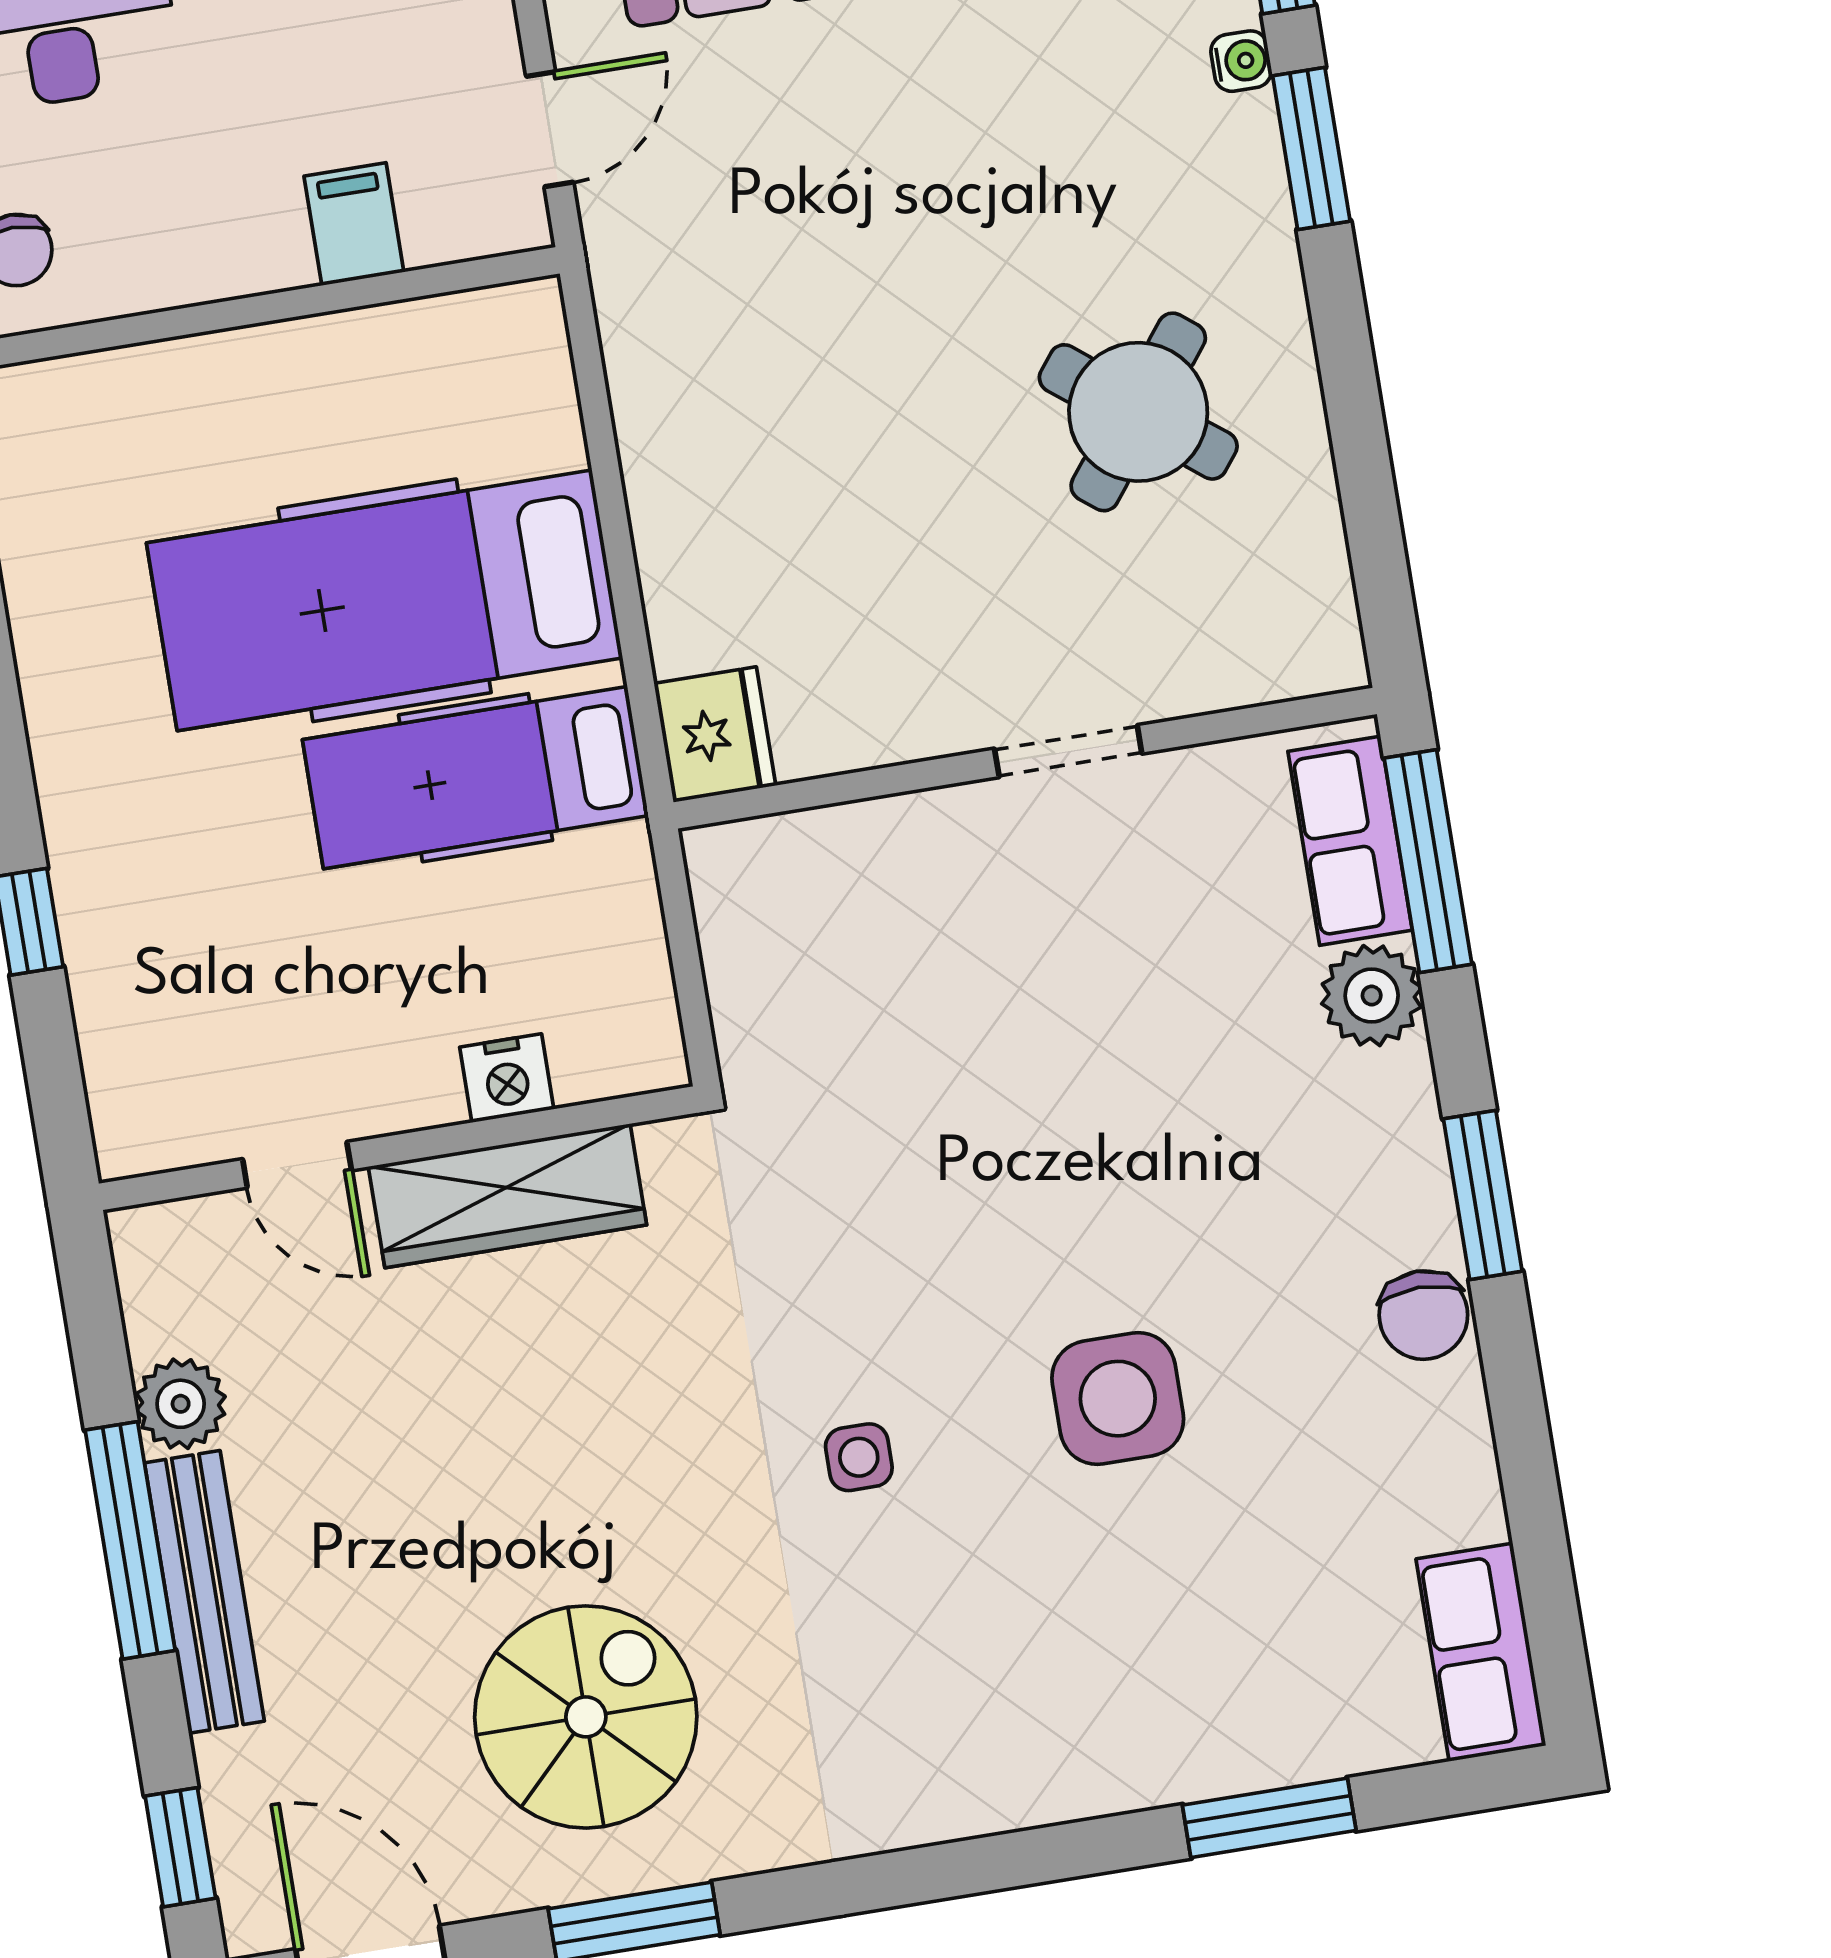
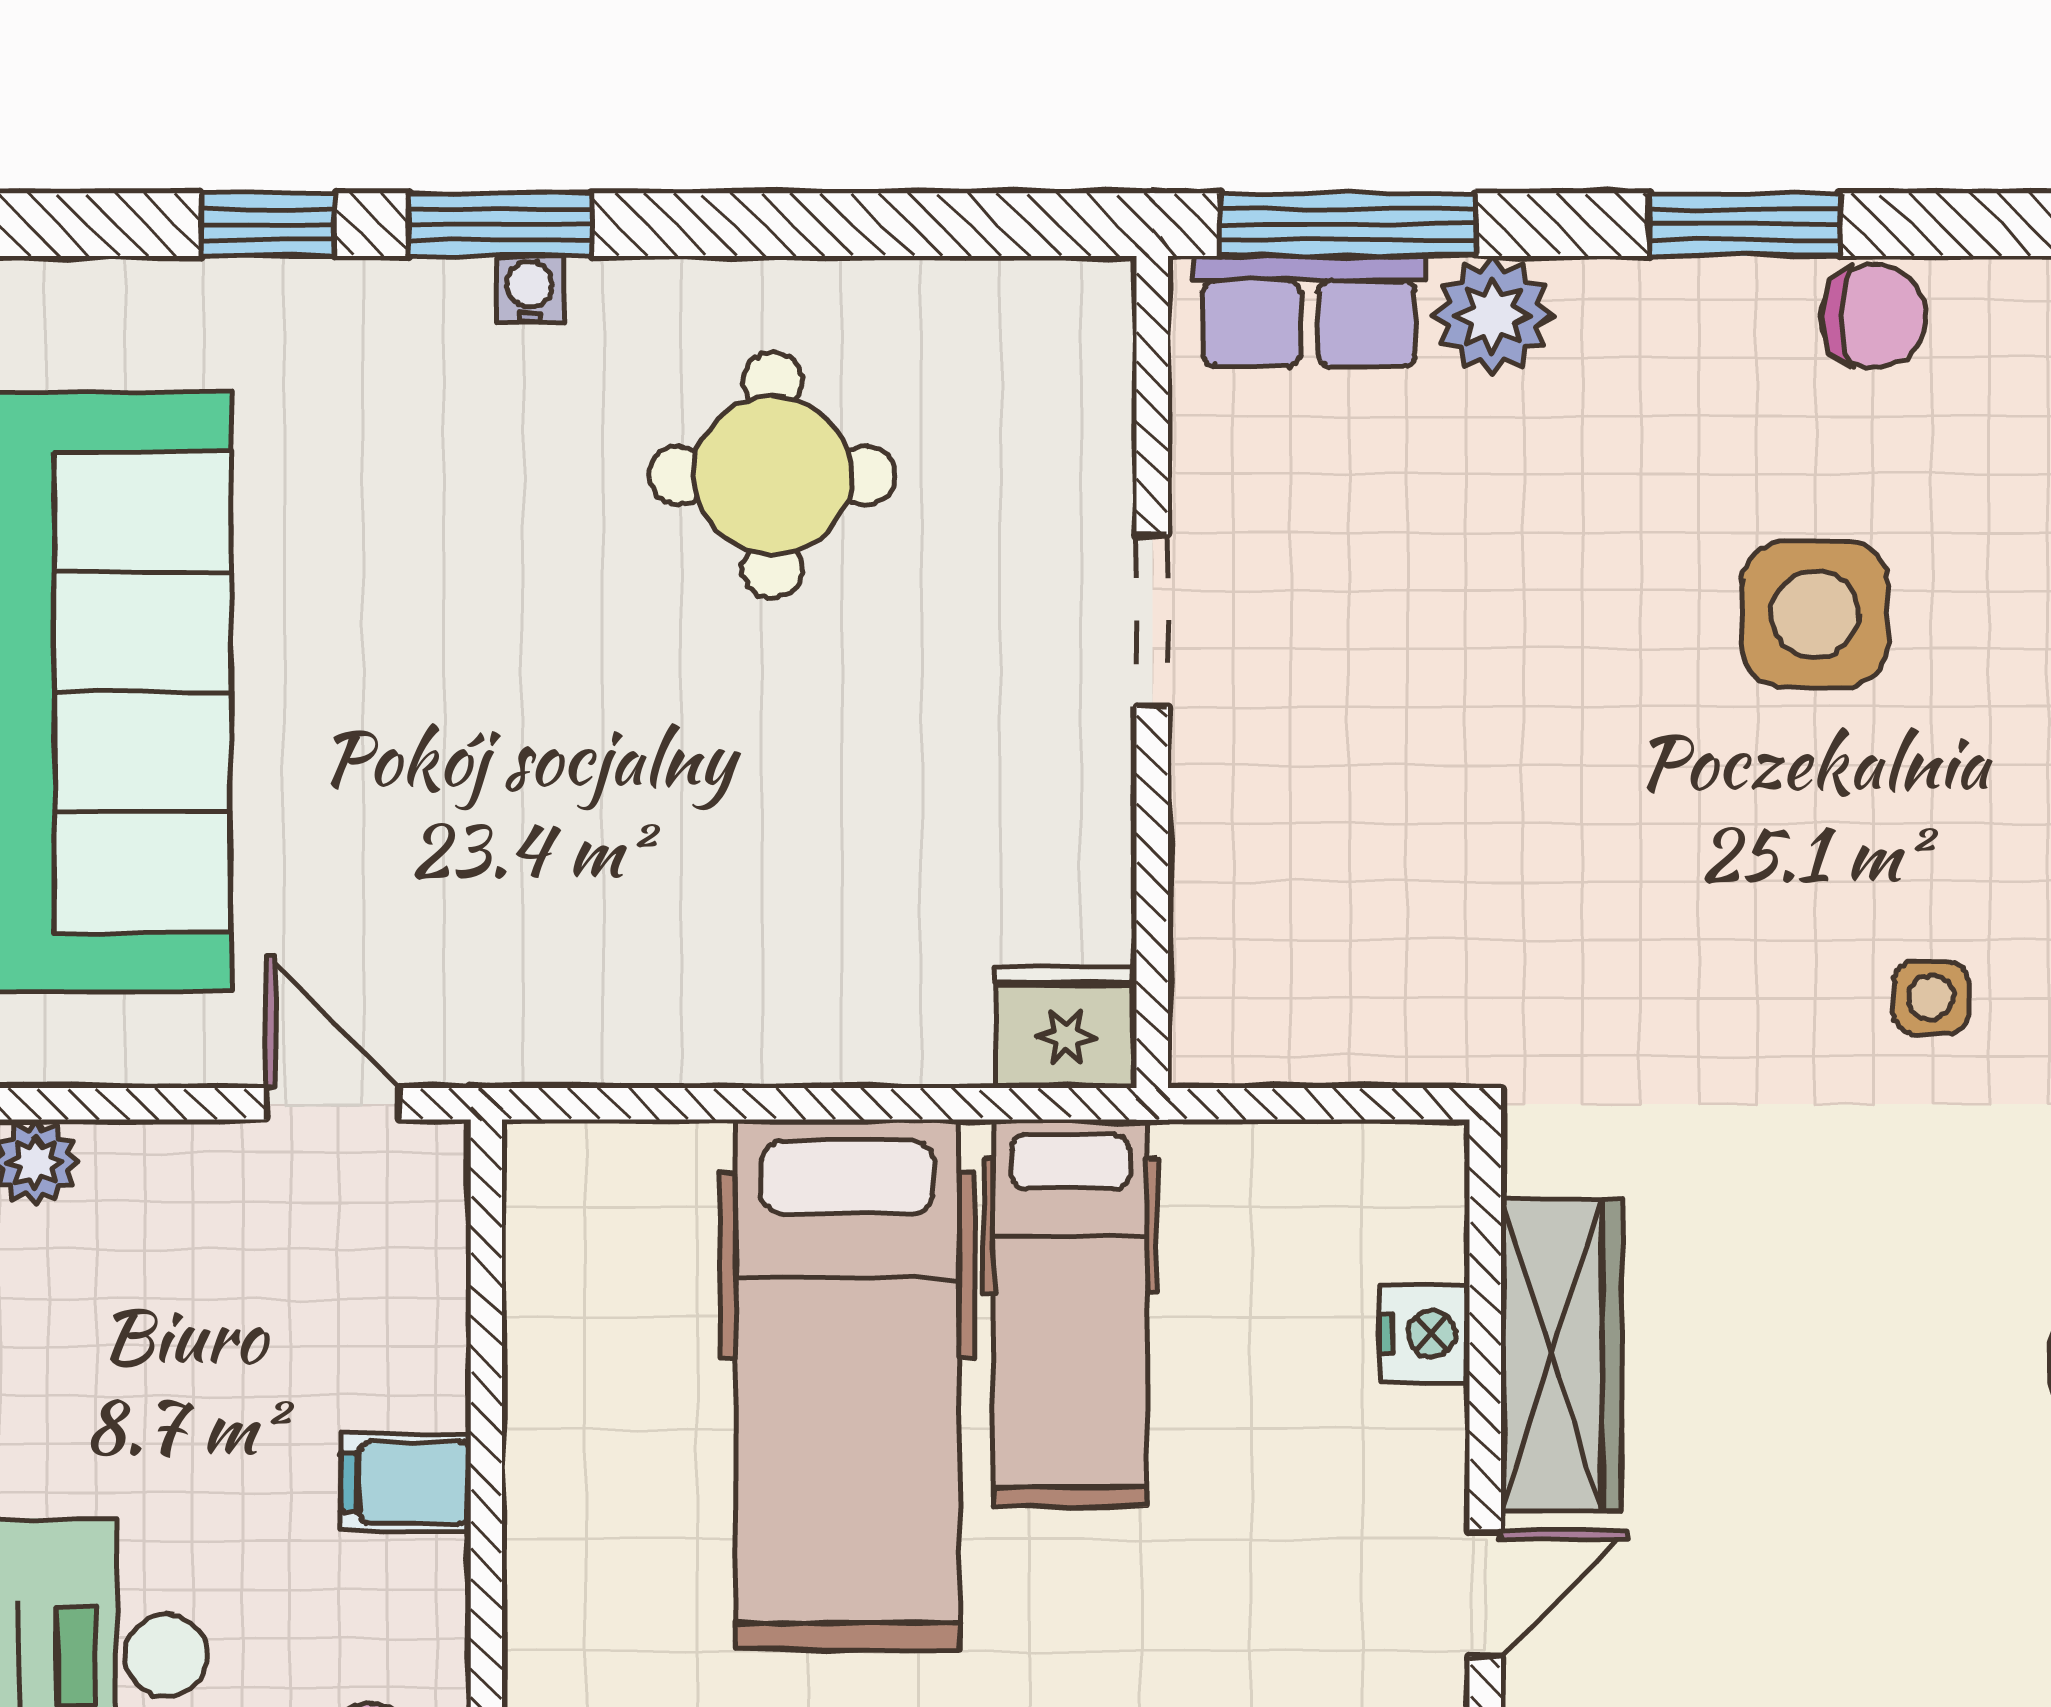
water cooler: (1241, 61) -> (530, 289), moved
filing cabinet: (354, 224) -> (406, 1482), moved
round table: (1138, 412) -> (772, 475), turned -38
side table: (1118, 1399) -> (1815, 614), moved

